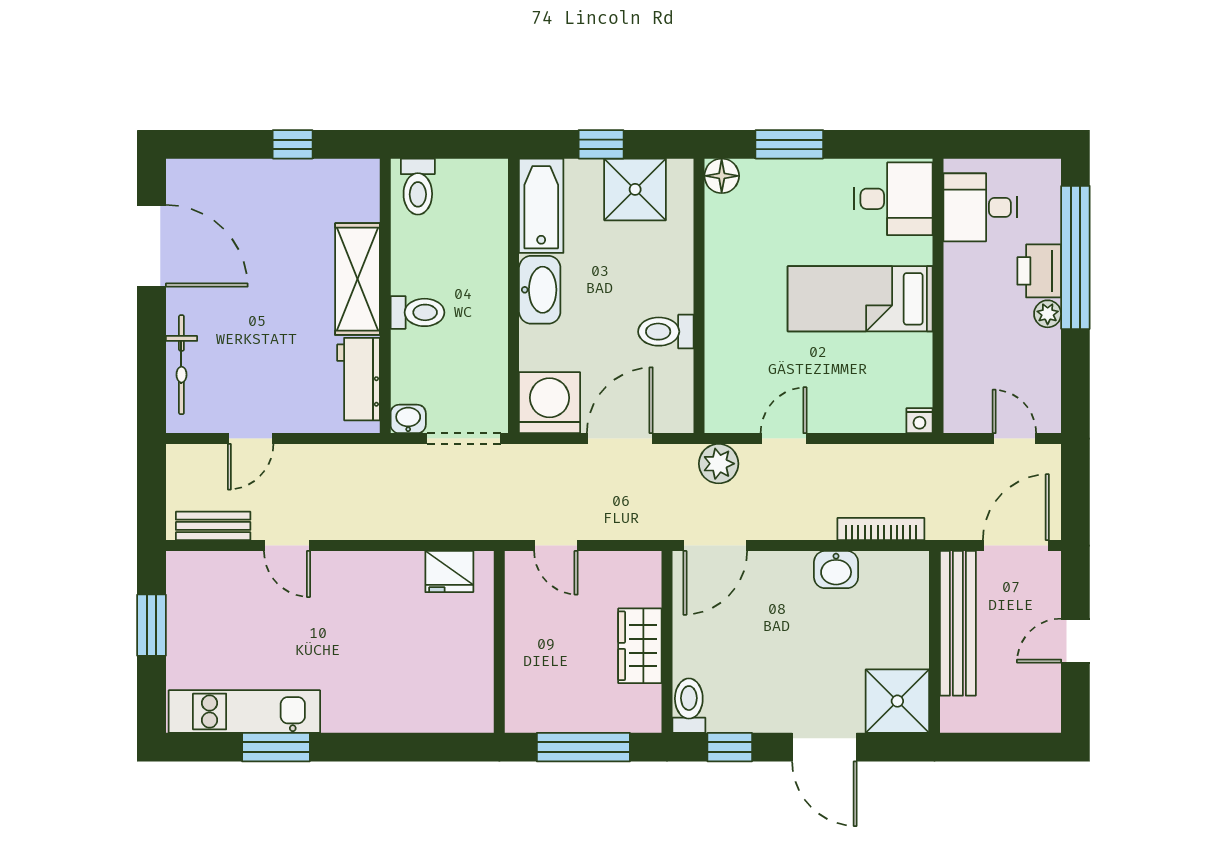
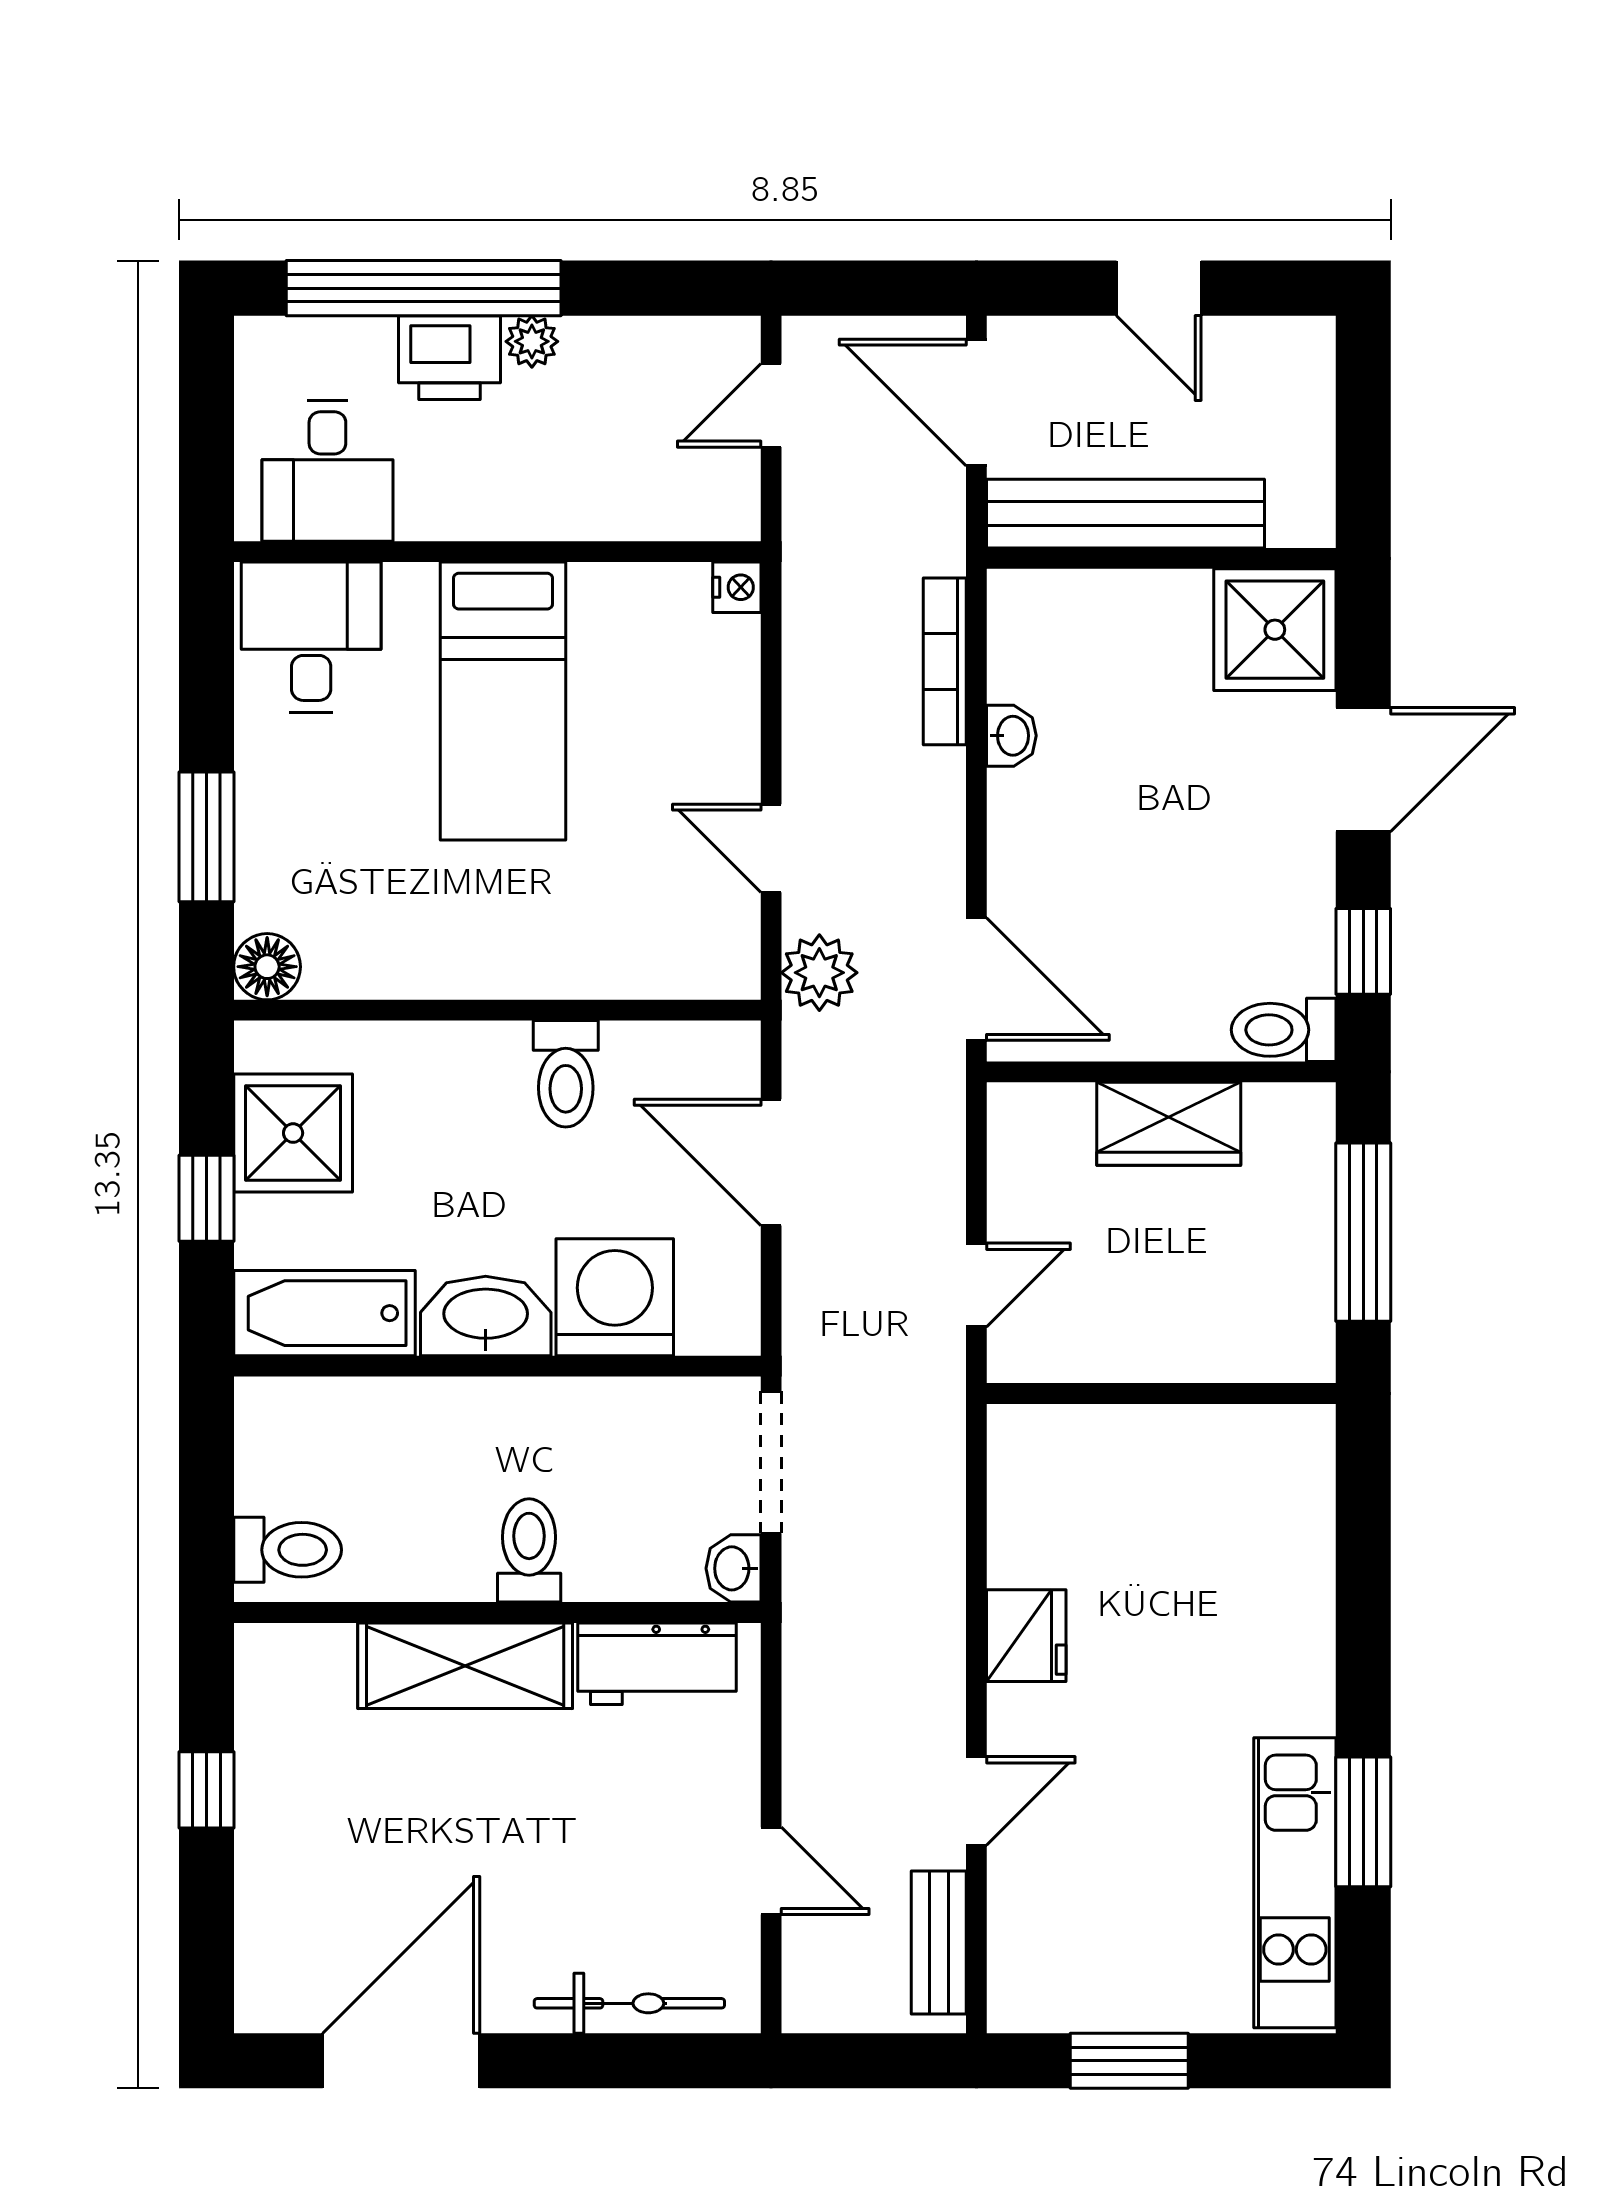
washing machine: (549, 403) -> (615, 1297), moved, turned 90
washbasin: (836, 570) -> (1011, 736), width x0.72, depth x0.69
fridge: (449, 572) -> (1026, 1636), moved

